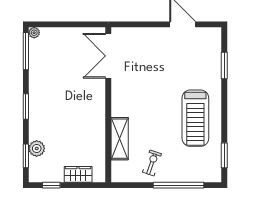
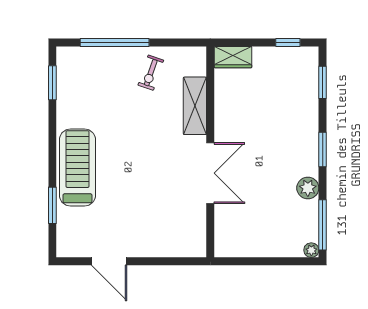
double door: (108, 56) -> (210, 173), moved
treadmill: (195, 118) -> (77, 167), moved
plant: (37, 149) -> (308, 188), moved
wardrobe: (78, 174) -> (233, 57), moved

